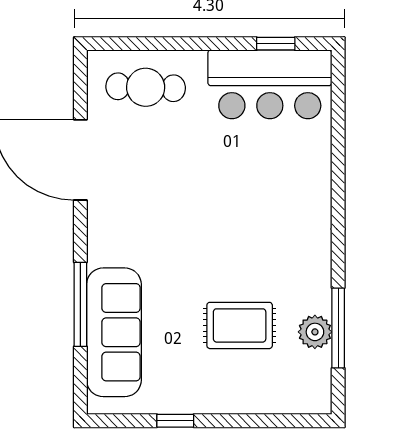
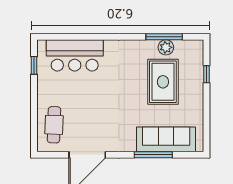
bar counter: (270, 84) -> (75, 55), moved, turned 90
rug: (240, 325) -> (163, 82), width x1.36, depth x1.43
window: (175, 421) -> (207, 74), moved

